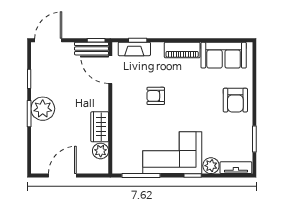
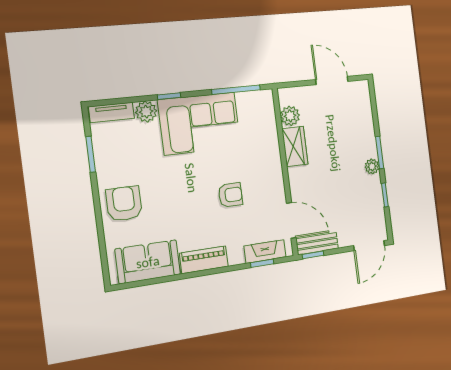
plant: (43, 109) -> (372, 166), width x0.53, depth x0.53
door: (62, 175) -> (332, 80), swing flipped

